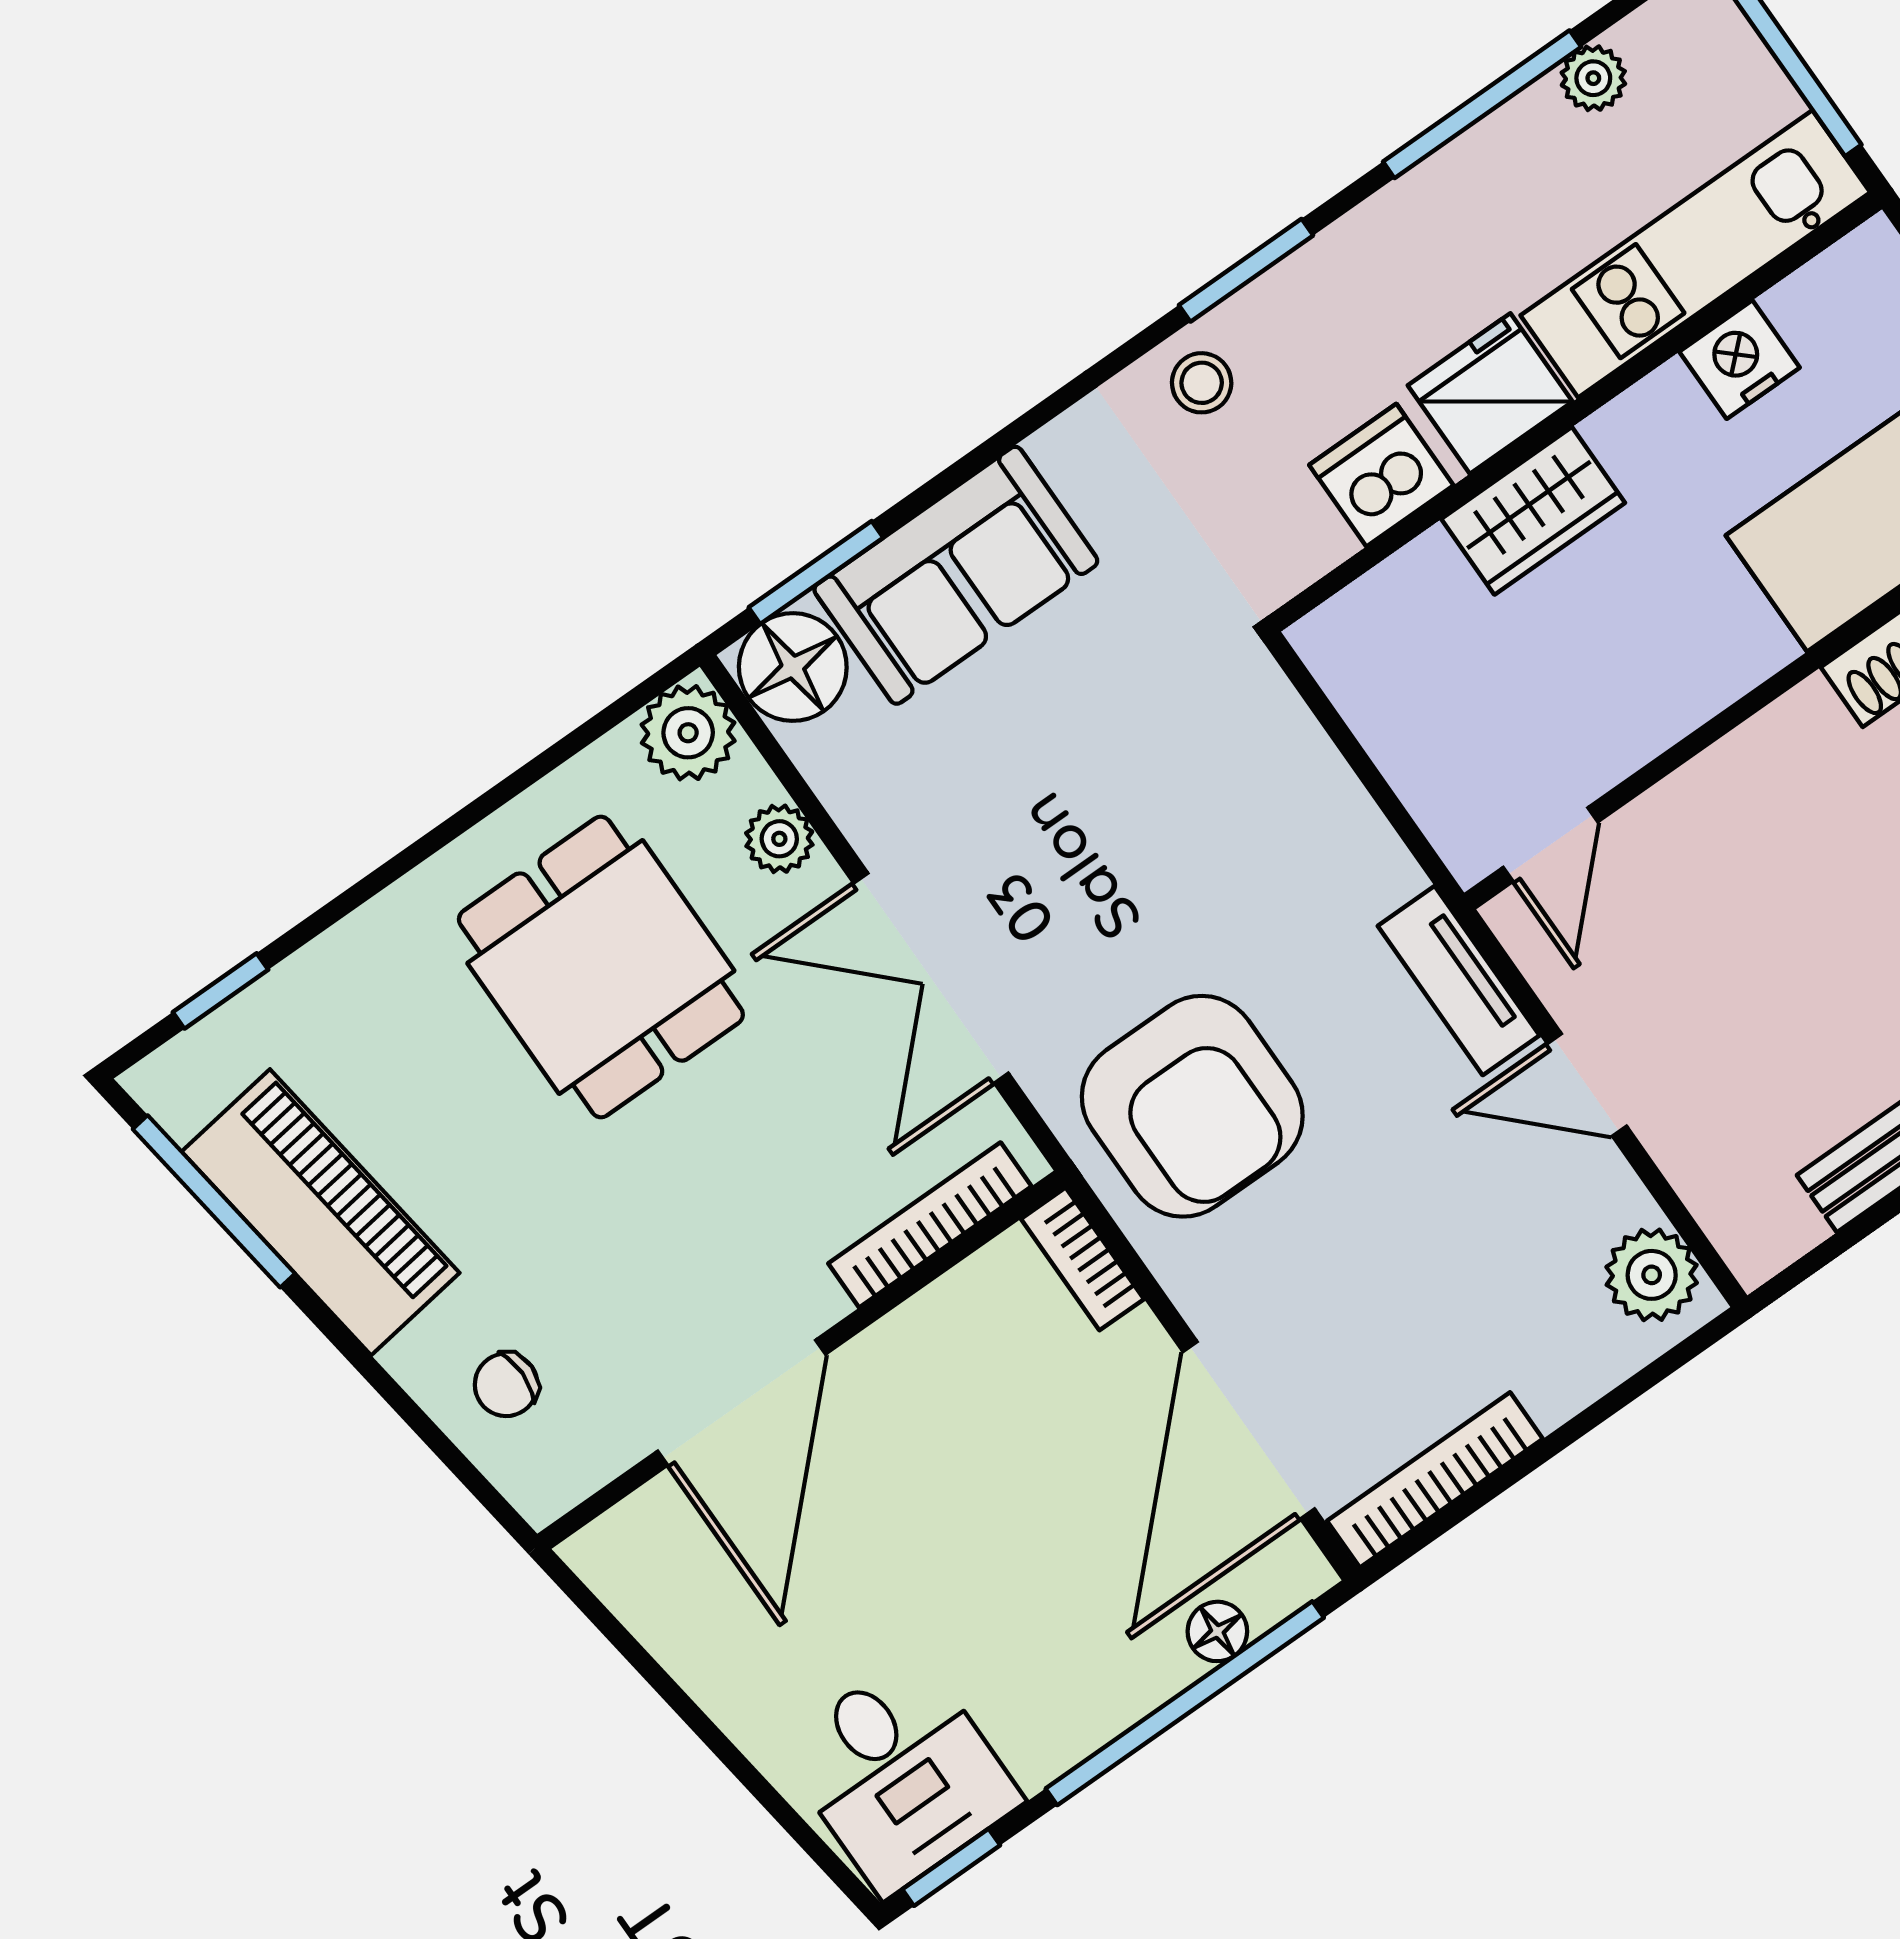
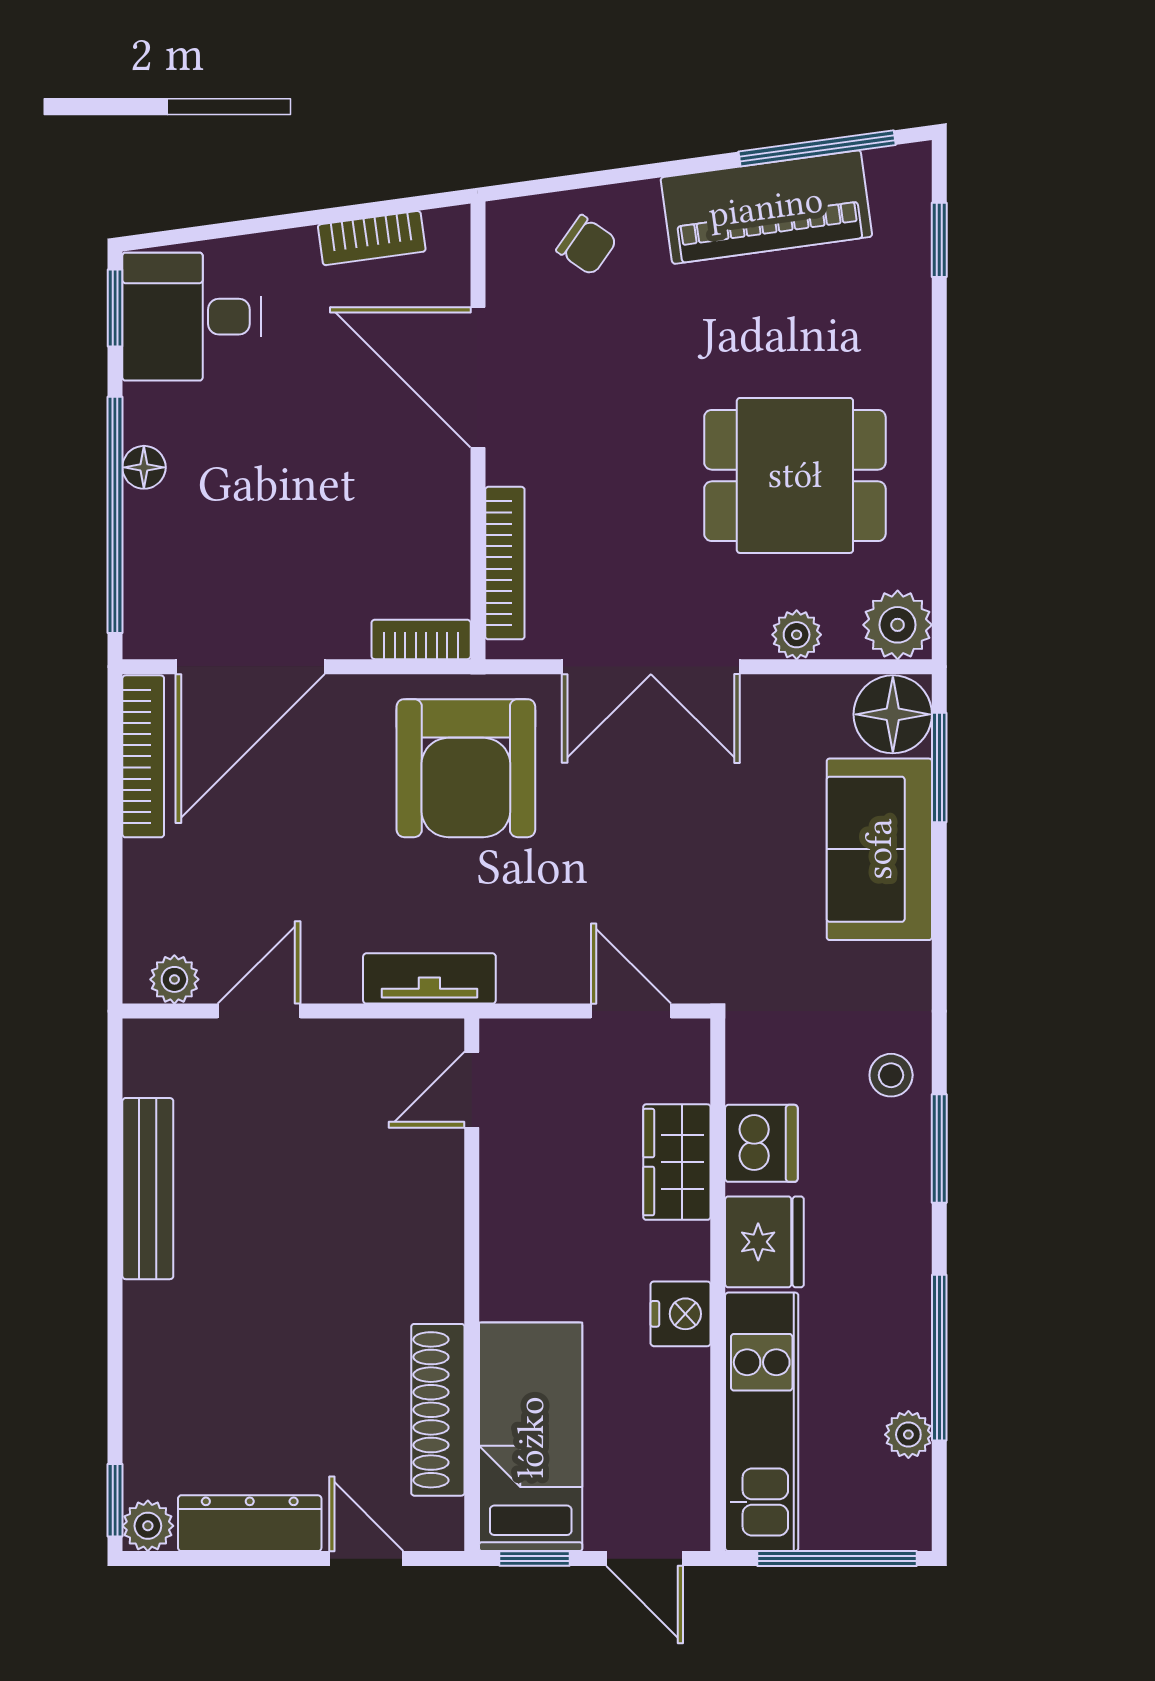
nightstand: (1740, 360) -> (681, 1314), moved
wardrobe: (1533, 511) -> (677, 1162), moved
door: (1335, 727) -> (631, 1011), added
door: (1550, 845) -> (472, 1090), hinge flipped
double door: (931, 978) -> (651, 667), swing flipped
door: (1587, 1085) -> (259, 1011), moved
armchair: (1192, 1106) -> (466, 768), turned -90
plant: (1652, 1275) -> (174, 979), width x0.73, depth x0.73
chair: (506, 1385) -> (587, 245), turned 125
door: (1249, 1430) -> (250, 667), swing flipped
floor lamp: (1217, 1631) -> (144, 467), moved
bookcase: (669, 1633) -> (372, 238), added

